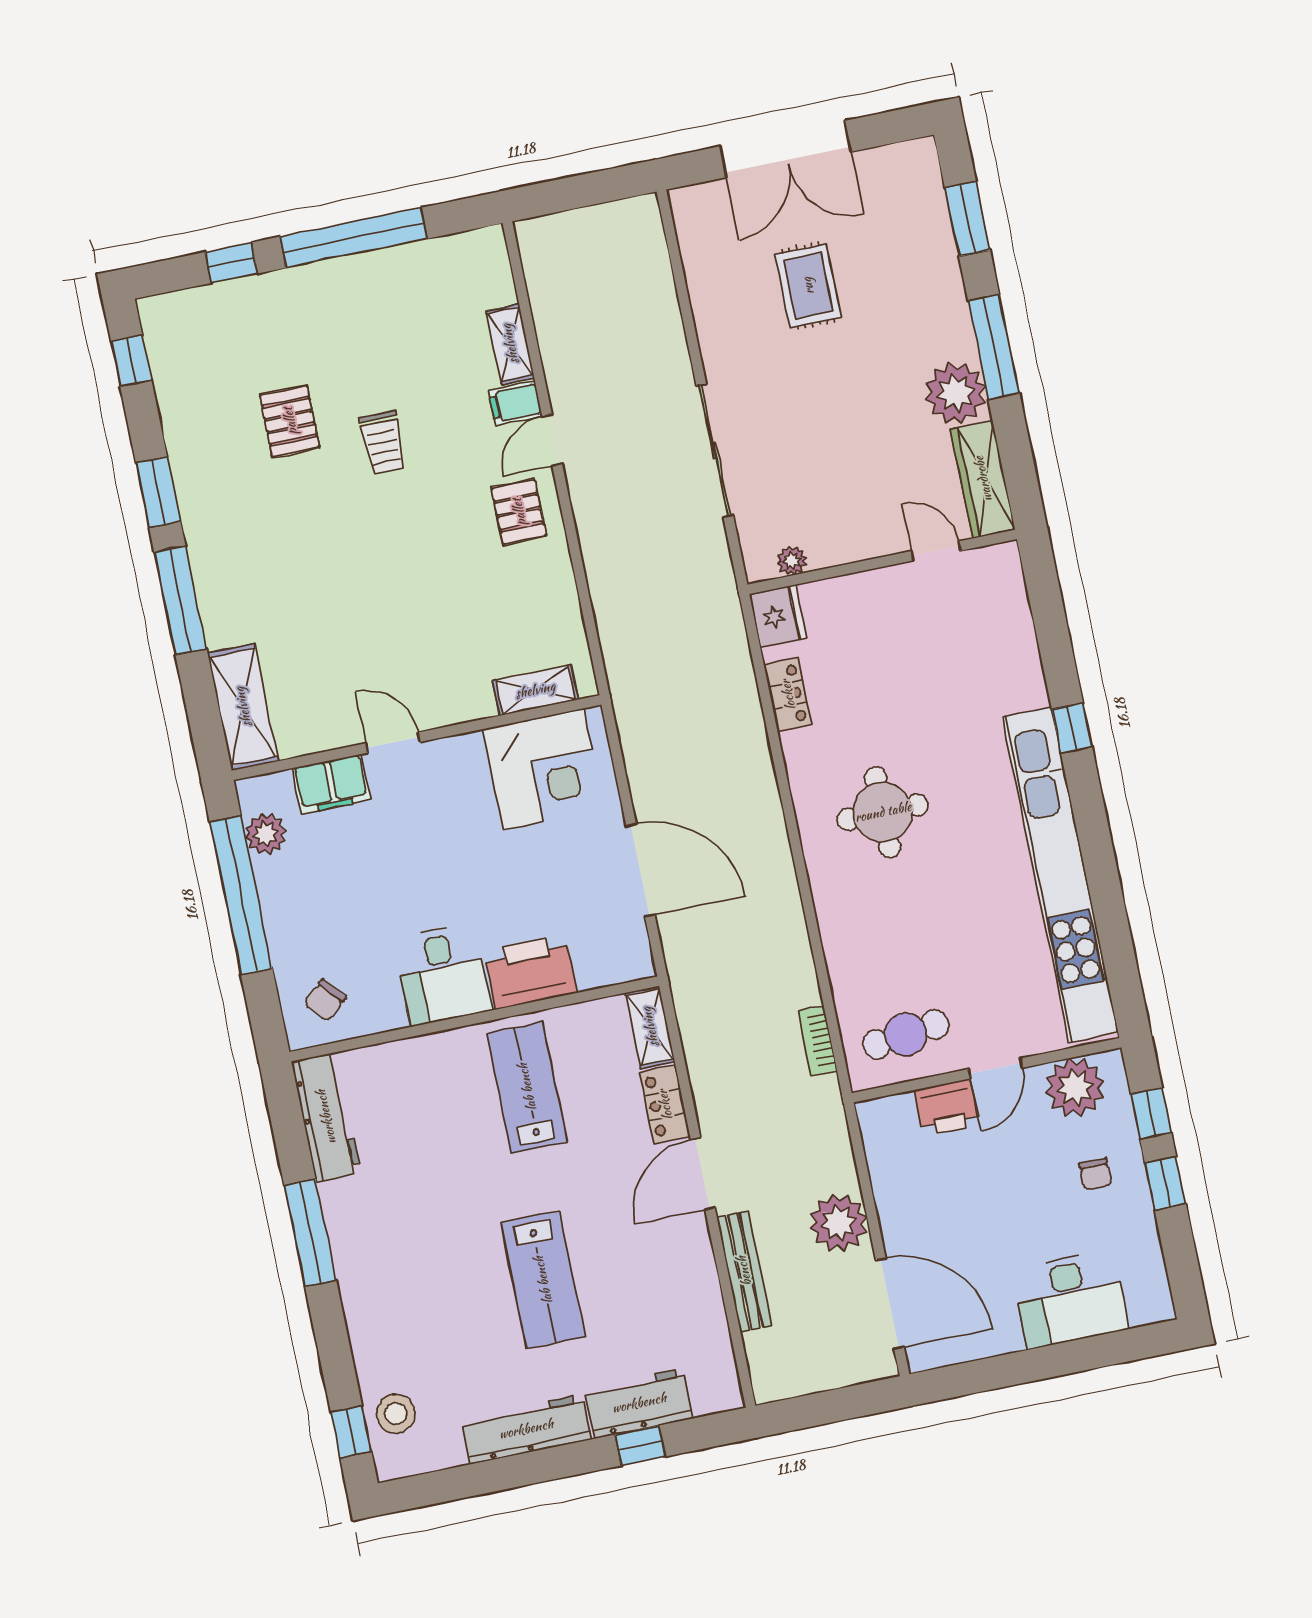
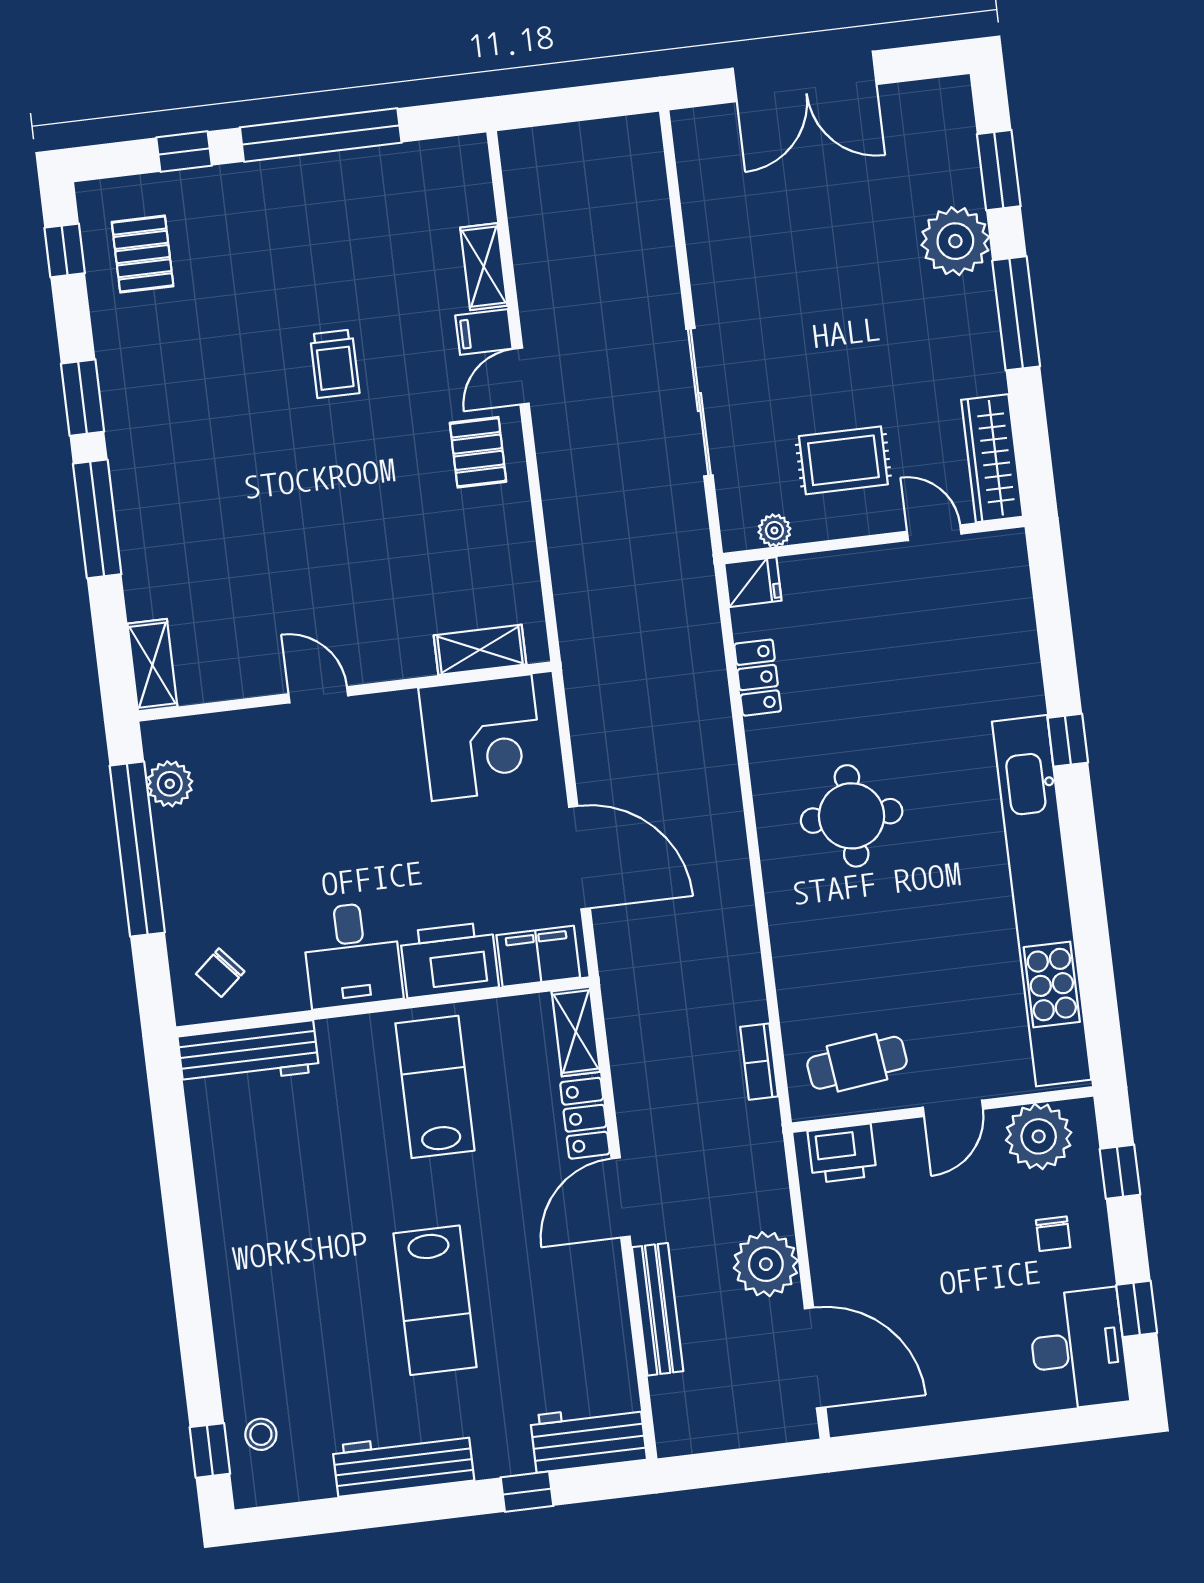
rug: (808, 286) -> (843, 460), moved, turned 90
plant: (956, 393) -> (955, 241), moved
pallet: (290, 421) -> (143, 254), moved
fridge: (778, 616) -> (753, 582), width x0.72
shelving: (243, 707) -> (152, 665), width x0.67, depth x0.75
filing cabinet: (331, 784) -> (538, 956), moved, turned 180
printer: (947, 1107) -> (842, 1153), moved
workbench: (326, 1117) -> (248, 1054), moved, turned 90
window: (1165, 1183) -> (1137, 1309), moved
window: (310, 1233) -> (183, 1227), removed
desk: (1070, 1299) -> (1078, 1349), moved, turned -90
workbench: (639, 1403) -> (588, 1438), moved
stool: (396, 1414) -> (261, 1434), width x0.73, depth x0.73

